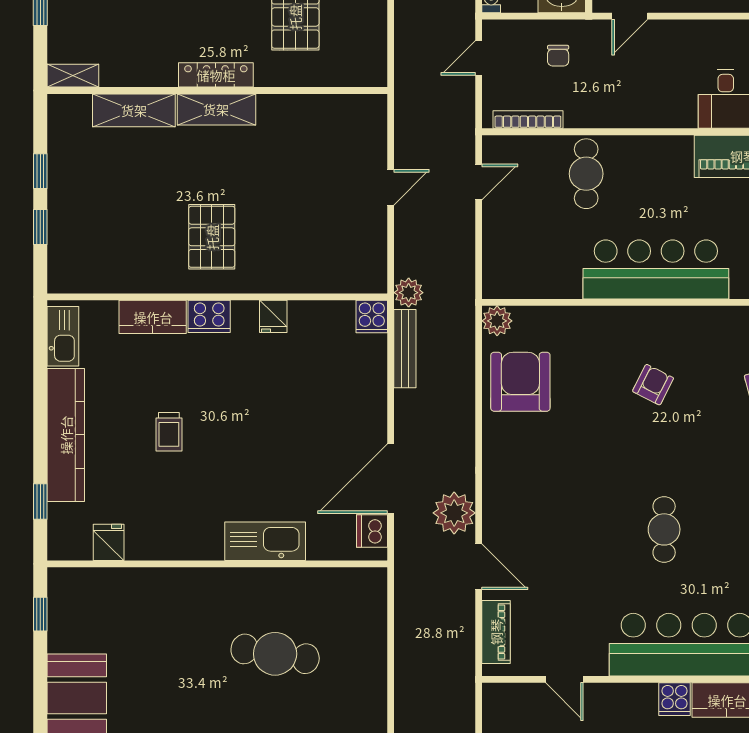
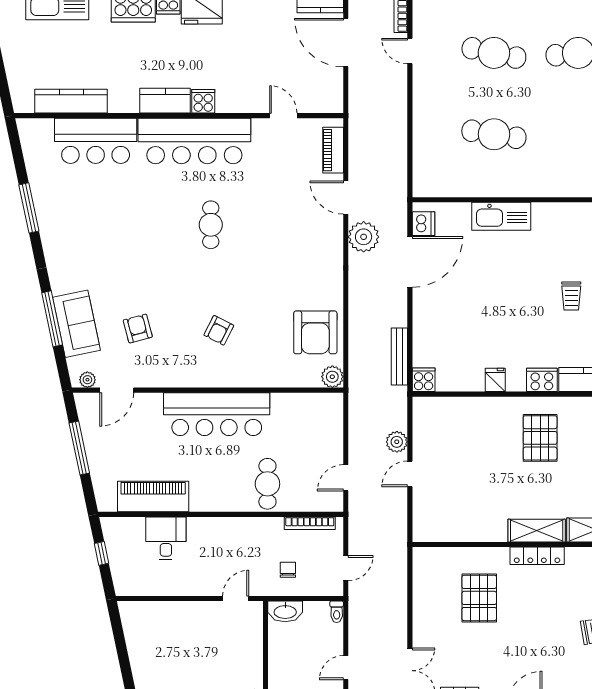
plant: (409, 293) -> (397, 442), moved
trolley: (169, 432) -> (571, 296), turned 180

